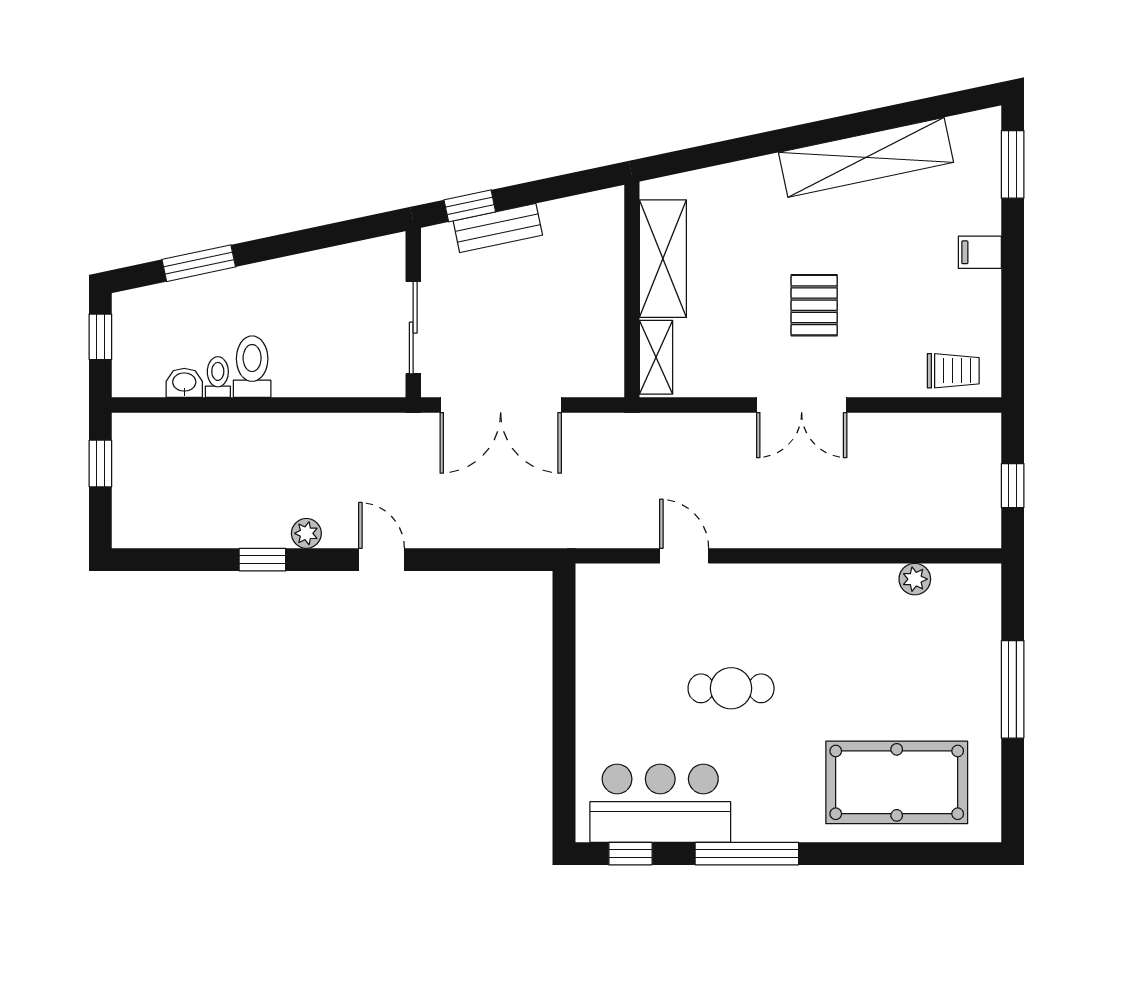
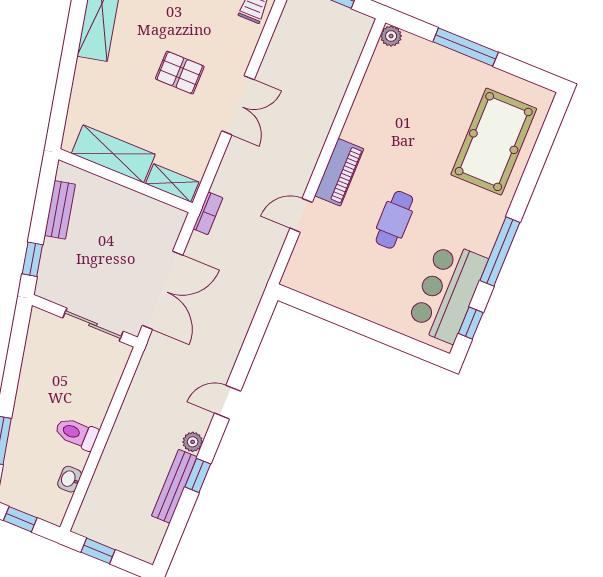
bench: (498, 228) -> (60, 210), moved
toilet: (218, 377) -> (74, 457), removed
bookcase: (634, 425) -> (208, 213), added
bench: (234, 533) -> (174, 486), added
plant: (915, 579) -> (391, 36), moved
piano: (766, 584) -> (339, 172), added

